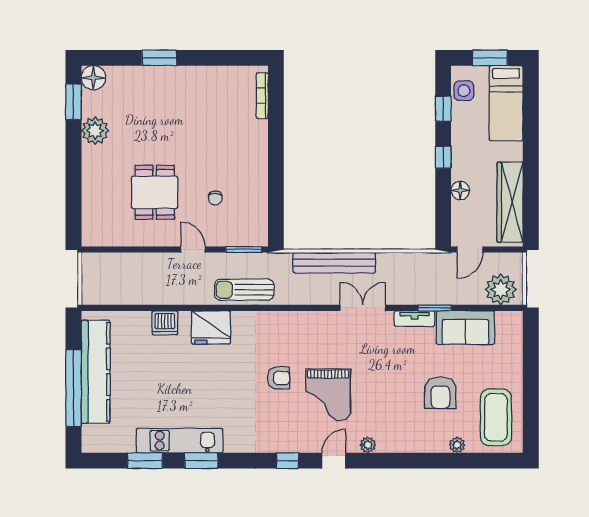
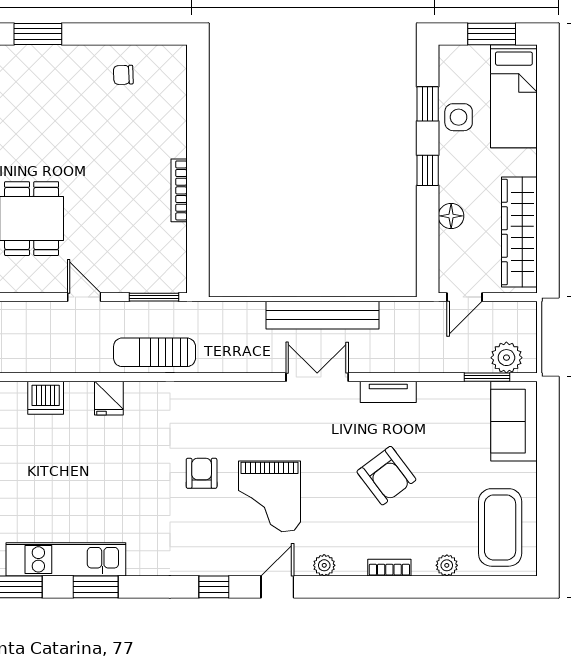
side table: (464, 91) -> (459, 117), moved
bookcase: (262, 96) -> (179, 190), moved
chair: (215, 198) -> (123, 75), moved, turned 88
bench: (334, 263) -> (323, 315), moved
plant: (501, 289) -> (506, 358), width x0.73, depth x0.73
window: (435, 308) -> (487, 377), moved
fridge: (211, 327) -> (109, 398), width x0.53, depth x0.75
sofa: (465, 328) -> (514, 421), moved, turned 90
armchair: (279, 378) -> (202, 473), turned -90
armchair: (440, 393) -> (386, 476), moved, turned -37
bookcase: (415, 447) -> (389, 568), added

